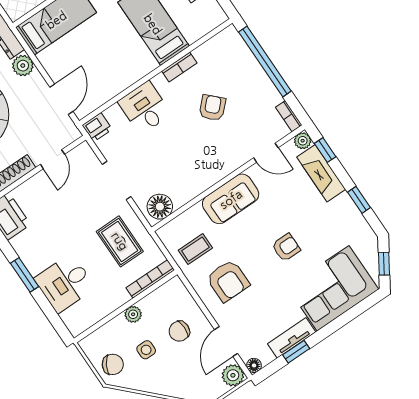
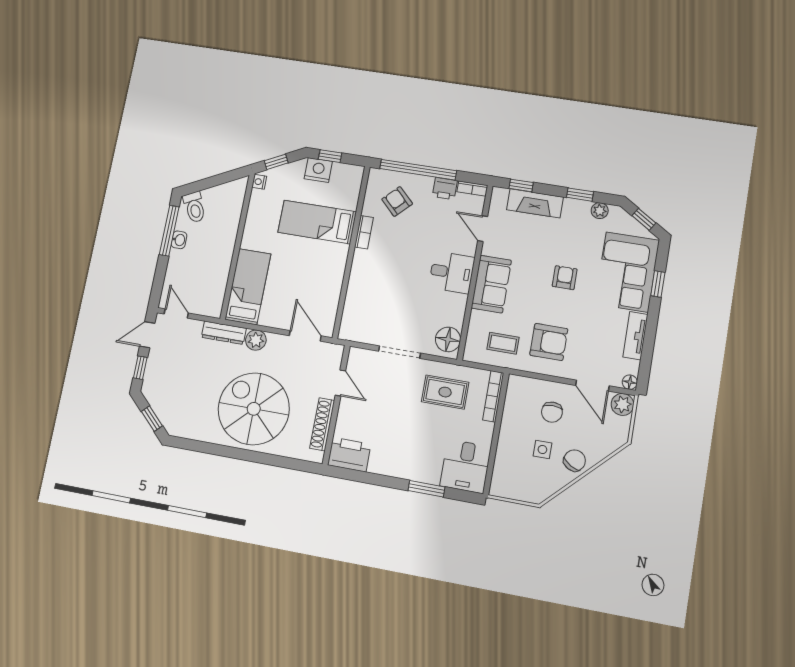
desk: (145, 108) -> (452, 272), moved, turned 180
armchair: (212, 108) -> (397, 201), moved
printer: (97, 127) -> (445, 189), moved, turned 90
plant: (303, 141) -> (600, 211), moved
door: (266, 153) -> (483, 229), swing flipped
coffee table: (195, 249) -> (503, 343), turned 90
window: (25, 275) -> (426, 489), moved
desk: (65, 283) -> (465, 466), moved
plant: (133, 314) -> (507, 434), removed
window: (296, 352) -> (658, 284), moved
chair: (113, 364) -> (575, 461), moved

